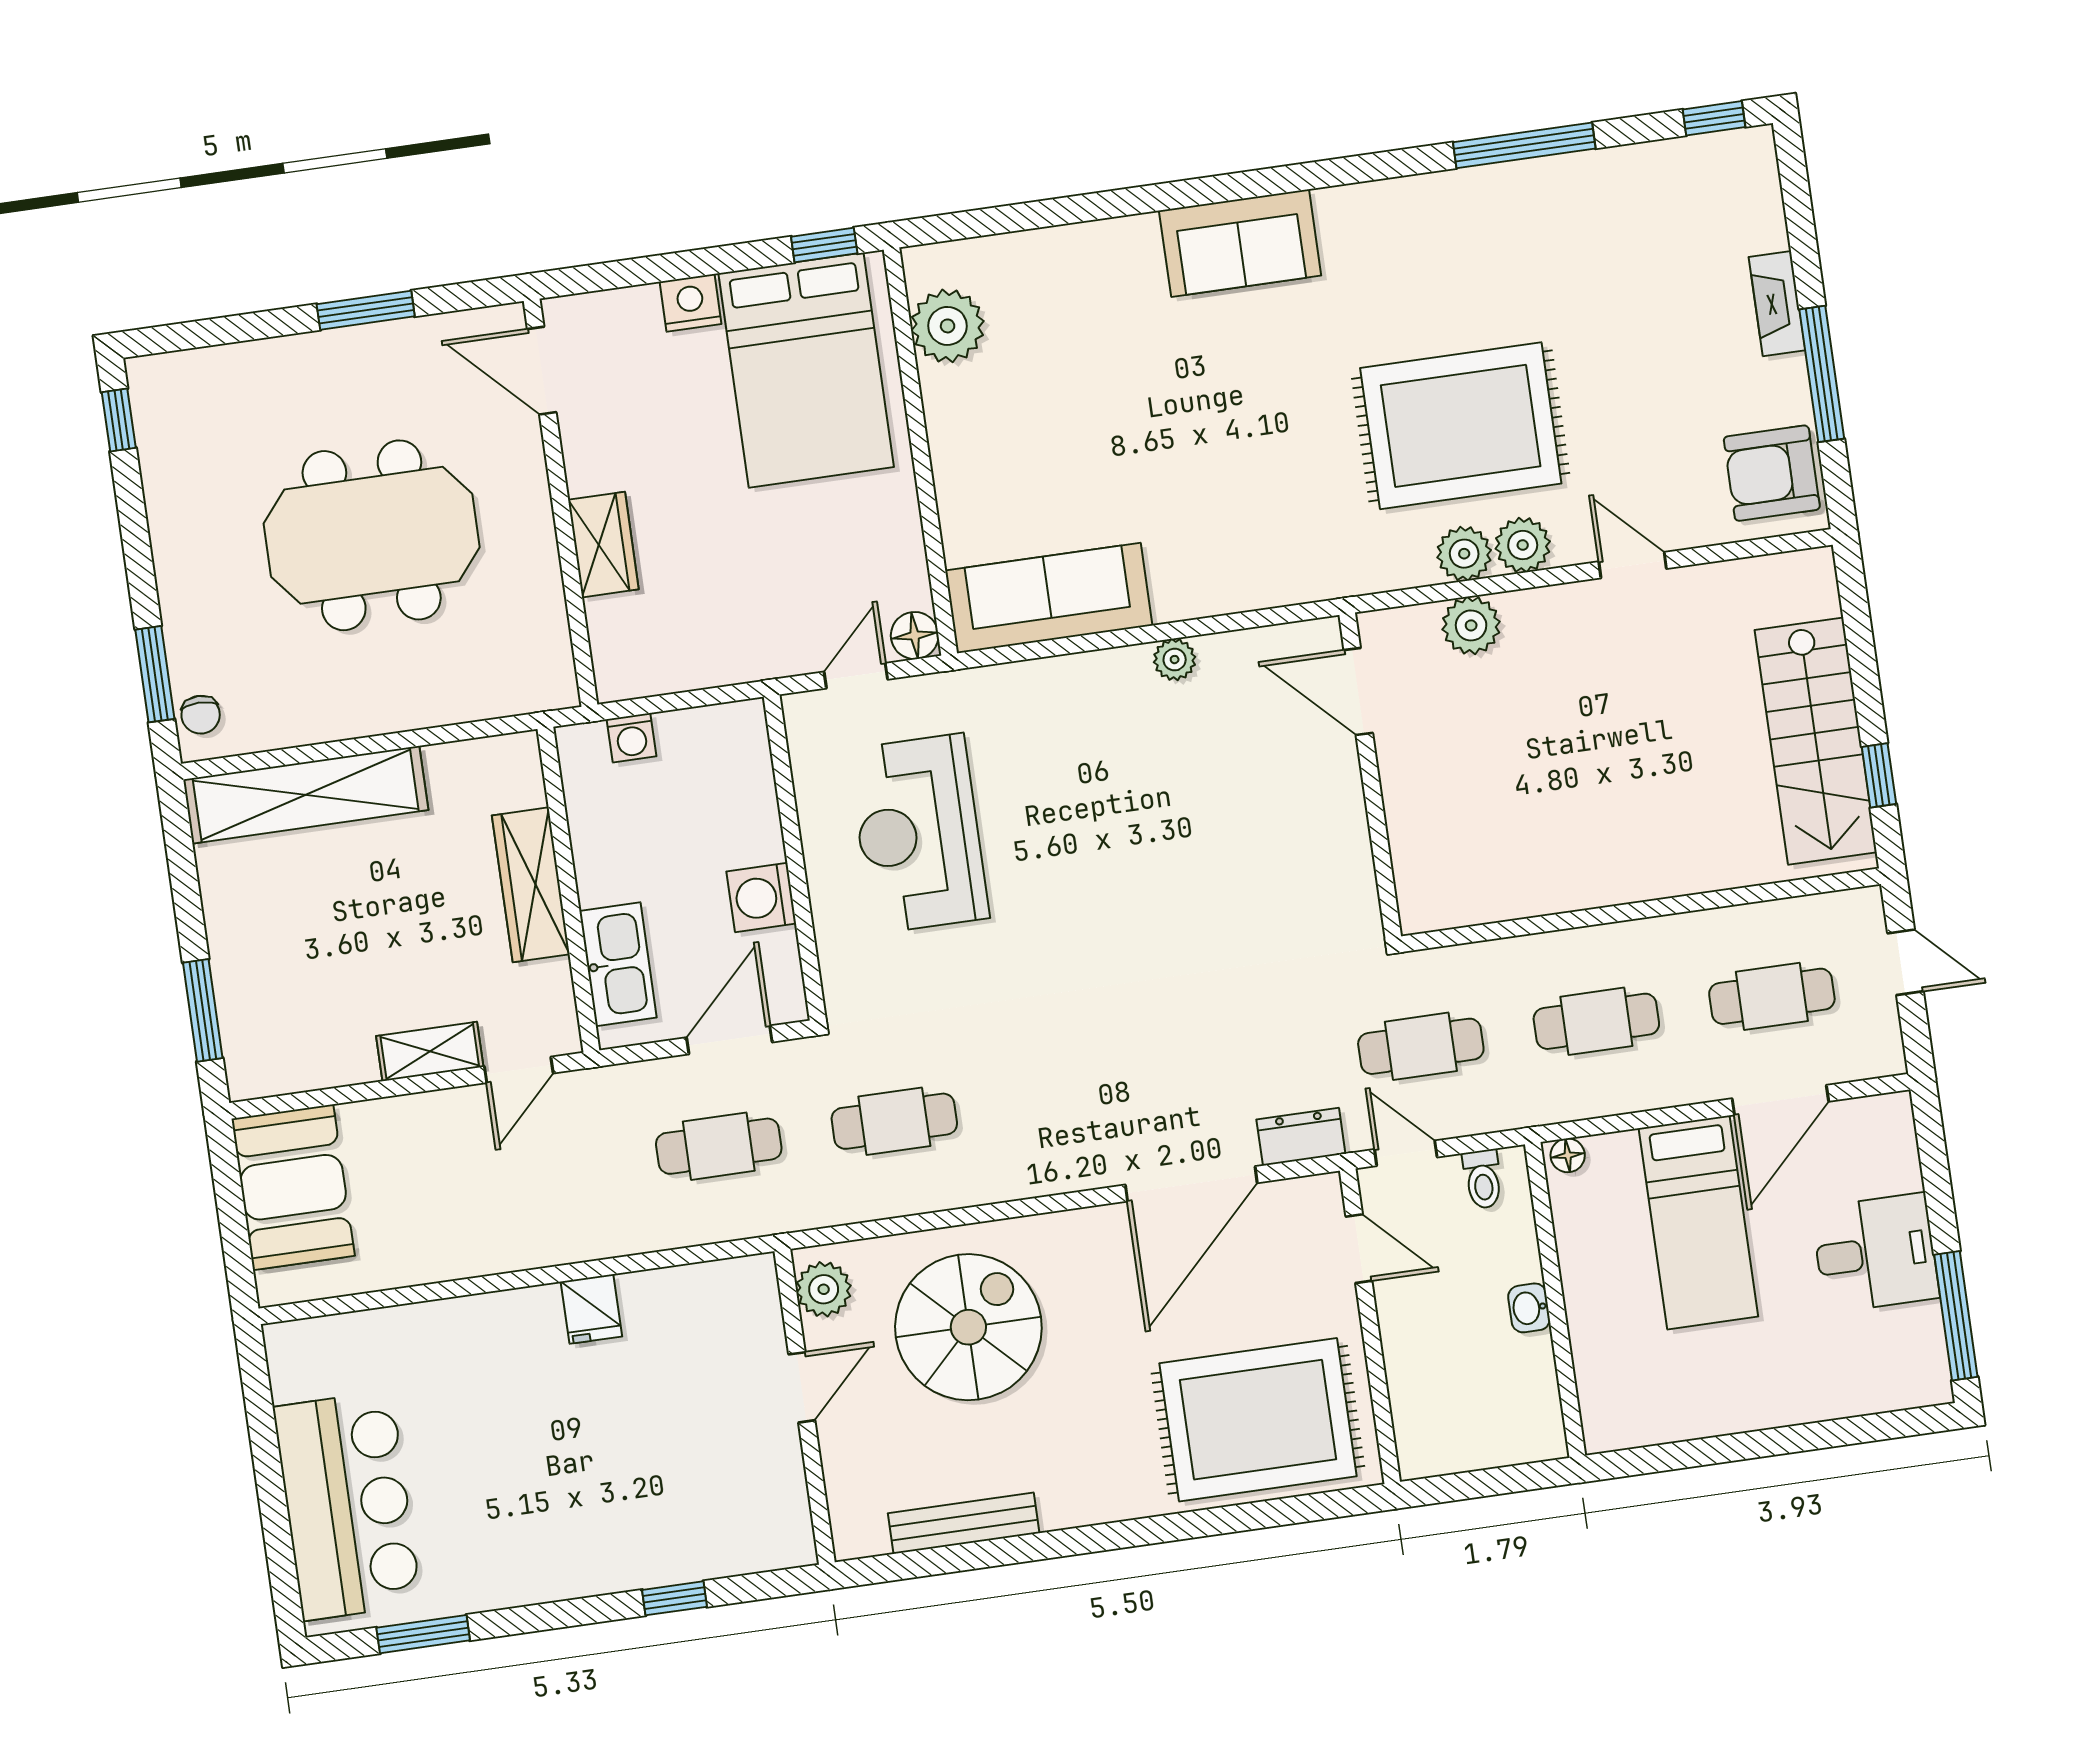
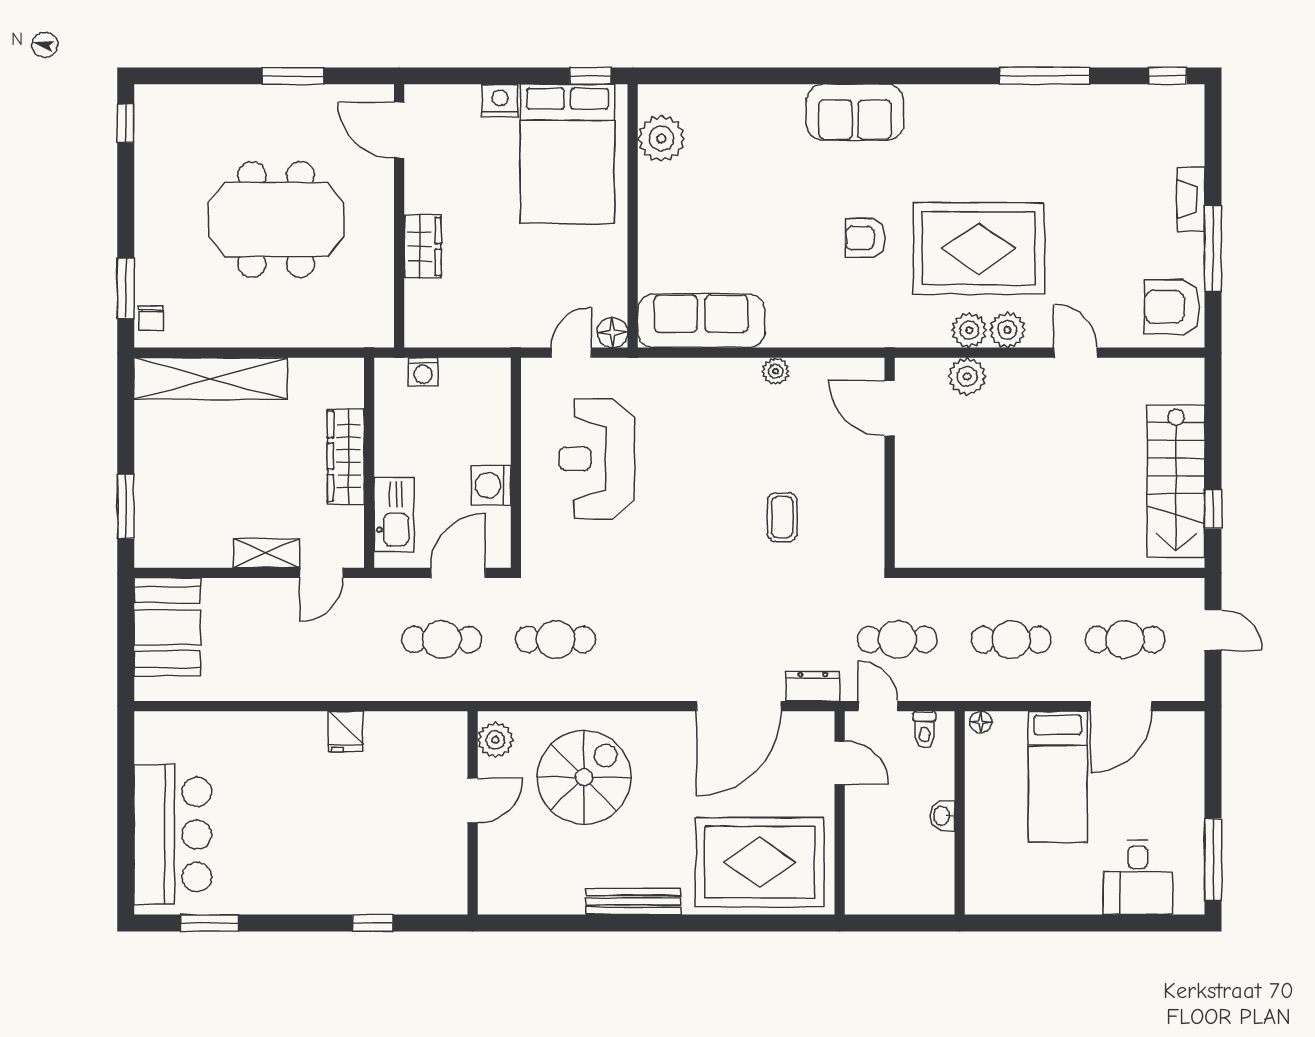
armchair: (1284, 434) -> (865, 238), added
coffee table: (1217, 883) -> (782, 517), added
desk: (1875, 1253) -> (1138, 877), moved, turned 90
bench: (964, 1523) -> (633, 901), moved

